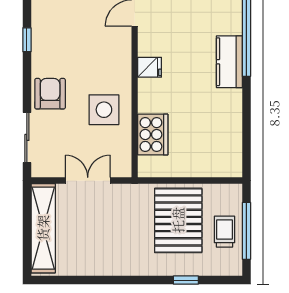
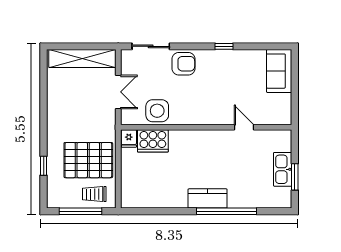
fridge: (150, 67) -> (129, 138), moved
side table: (104, 110) -> (157, 111), moved
trolley: (224, 232) -> (94, 194), moved, turned 180

